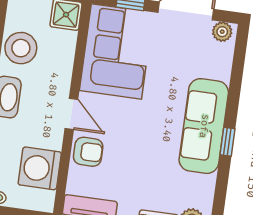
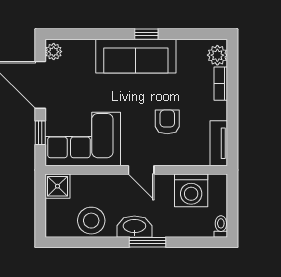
door: (71, 114) -> (141, 170), swing flipped
armchair: (88, 152) -> (167, 122), moved

